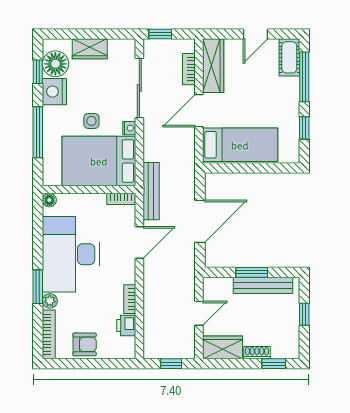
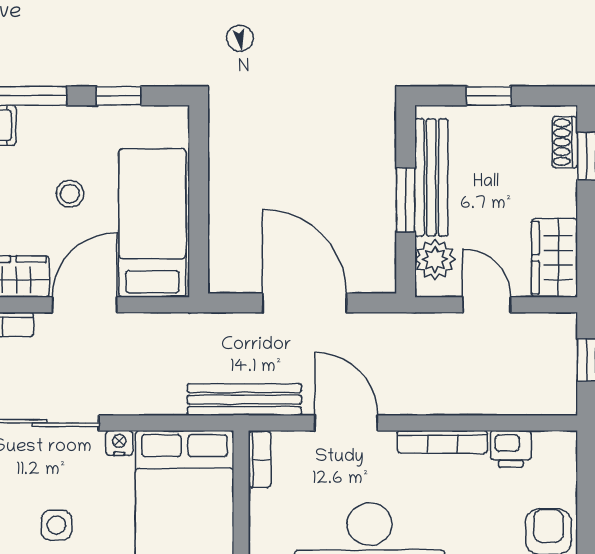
stool: (255, 103) -> (70, 194), added
door: (199, 111) -> (85, 305), swing flipped
side table: (91, 121) -> (56, 525), moved
plant: (222, 287) -> (435, 259), added
bookcase: (130, 299) -> (442, 442), width x1.56
shoe rack: (257, 353) -> (565, 142), moved

